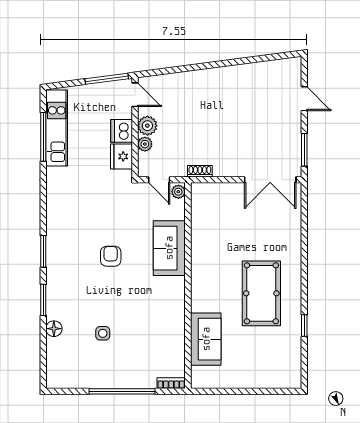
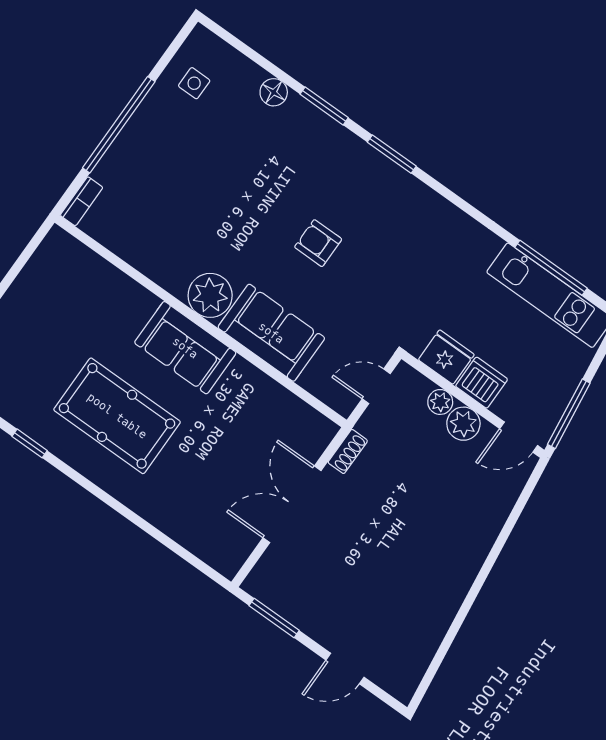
double door: (270, 180) -> (292, 504), moved
plant: (178, 192) -> (210, 295), moved, width x1.88, depth x1.88
armchair: (111, 256) -> (318, 243), turned 180
side table: (103, 333) -> (194, 83), moved
sofa: (206, 339) -> (185, 348), moved

